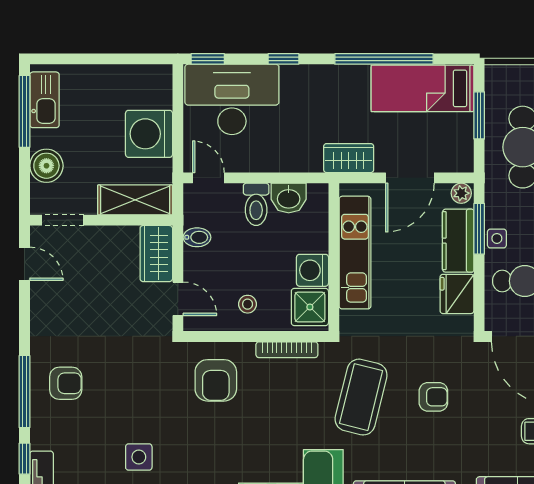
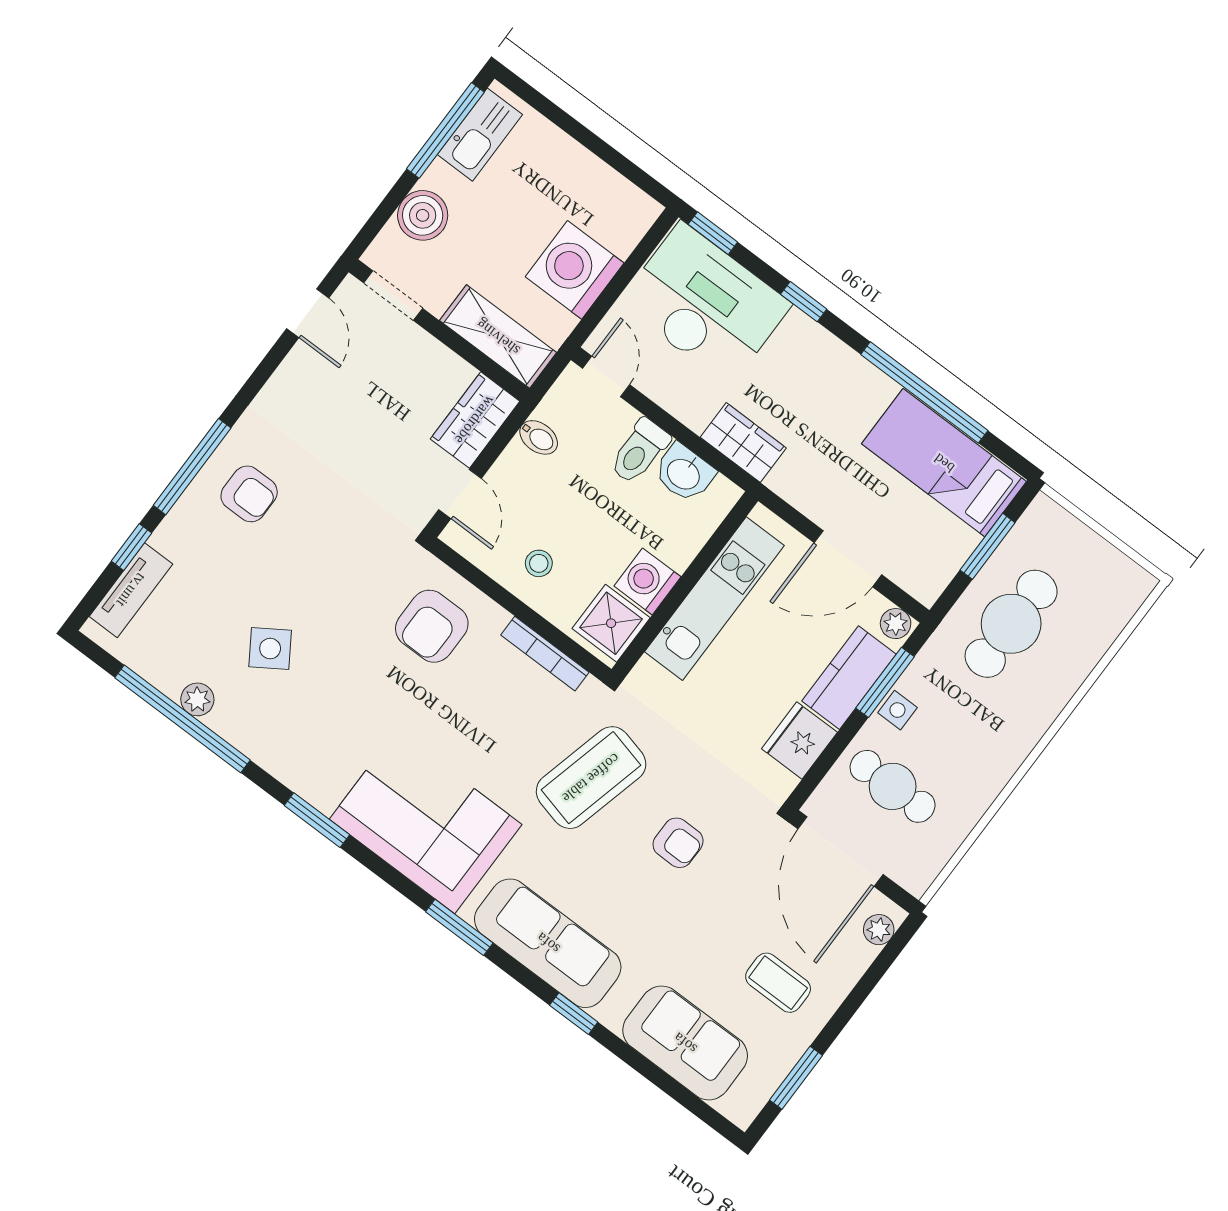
wardrobe: (349, 158) -> (743, 443), moved
side table: (139, 457) -> (270, 649), turned -33

